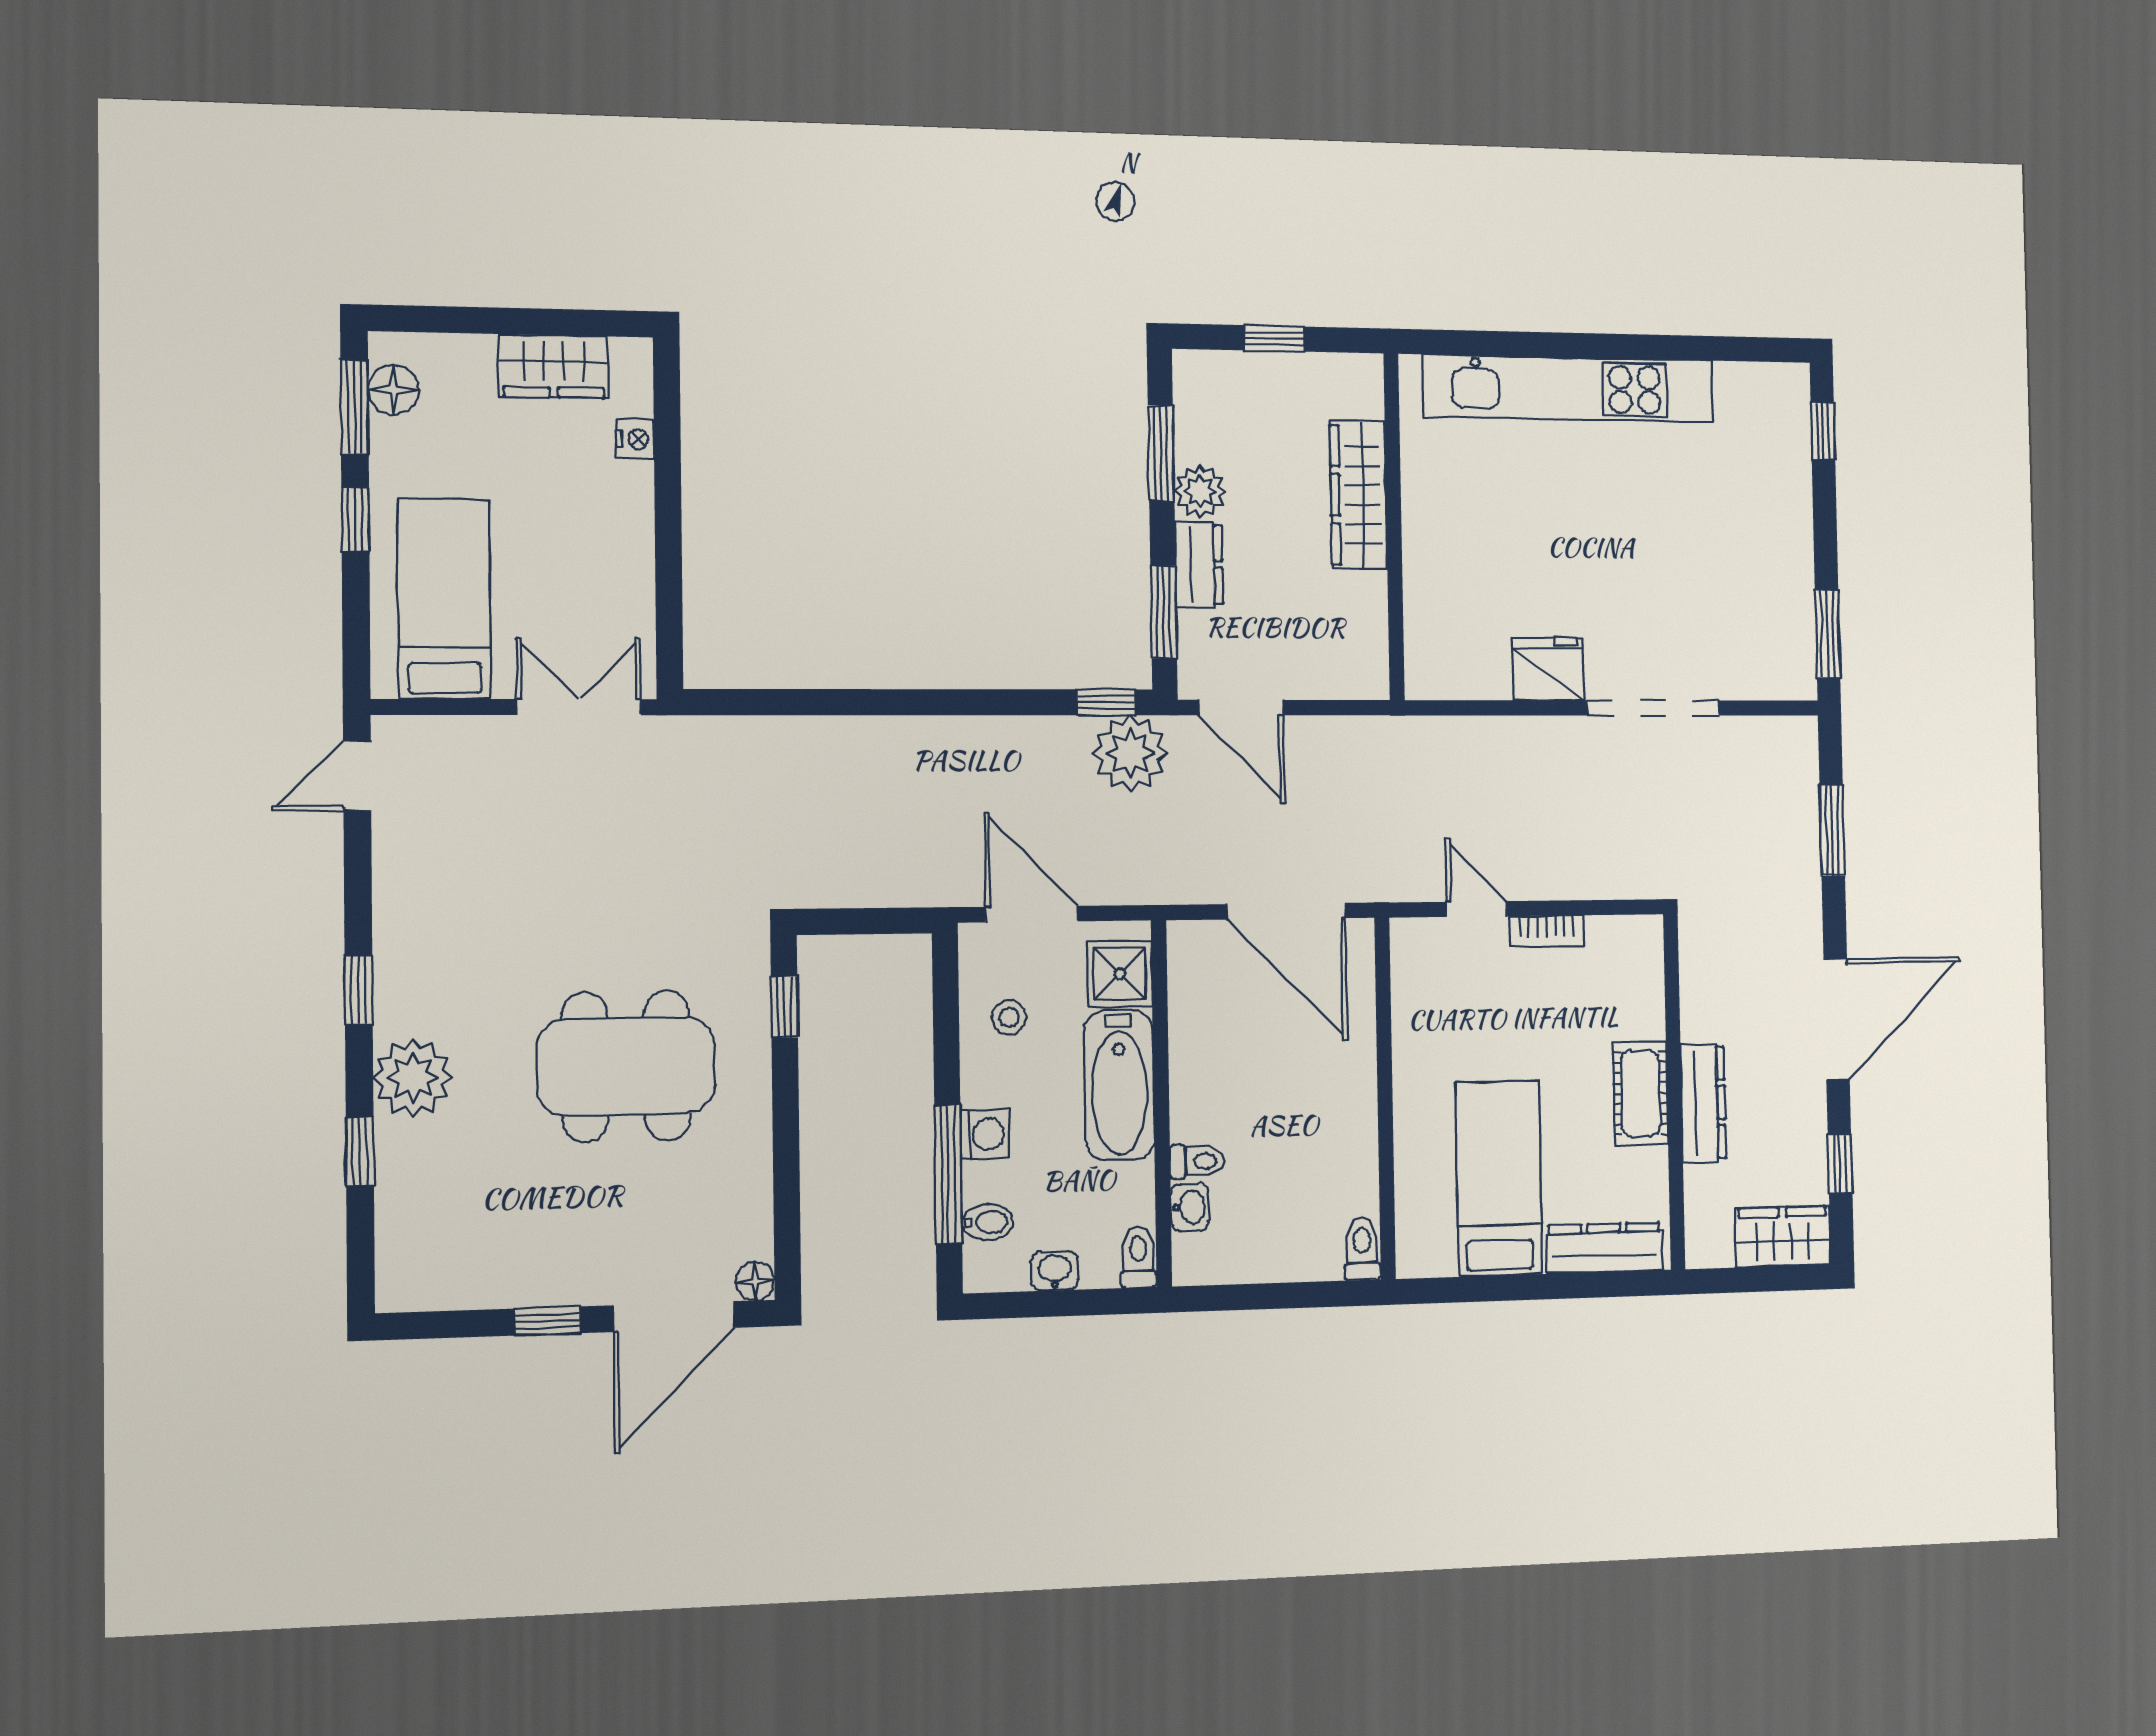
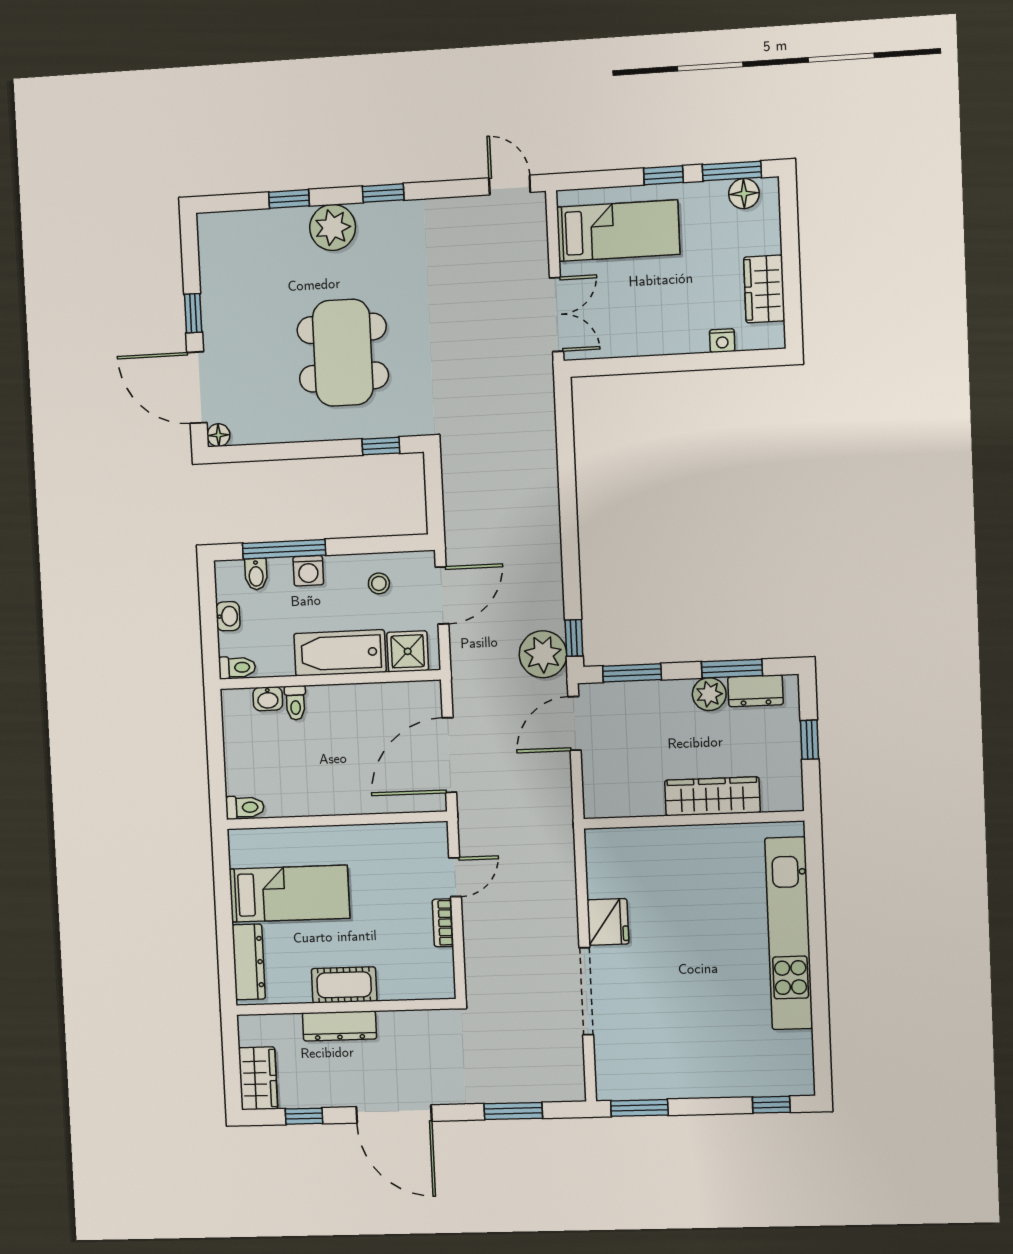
dresser: (1199, 564) -> (755, 691), moved

